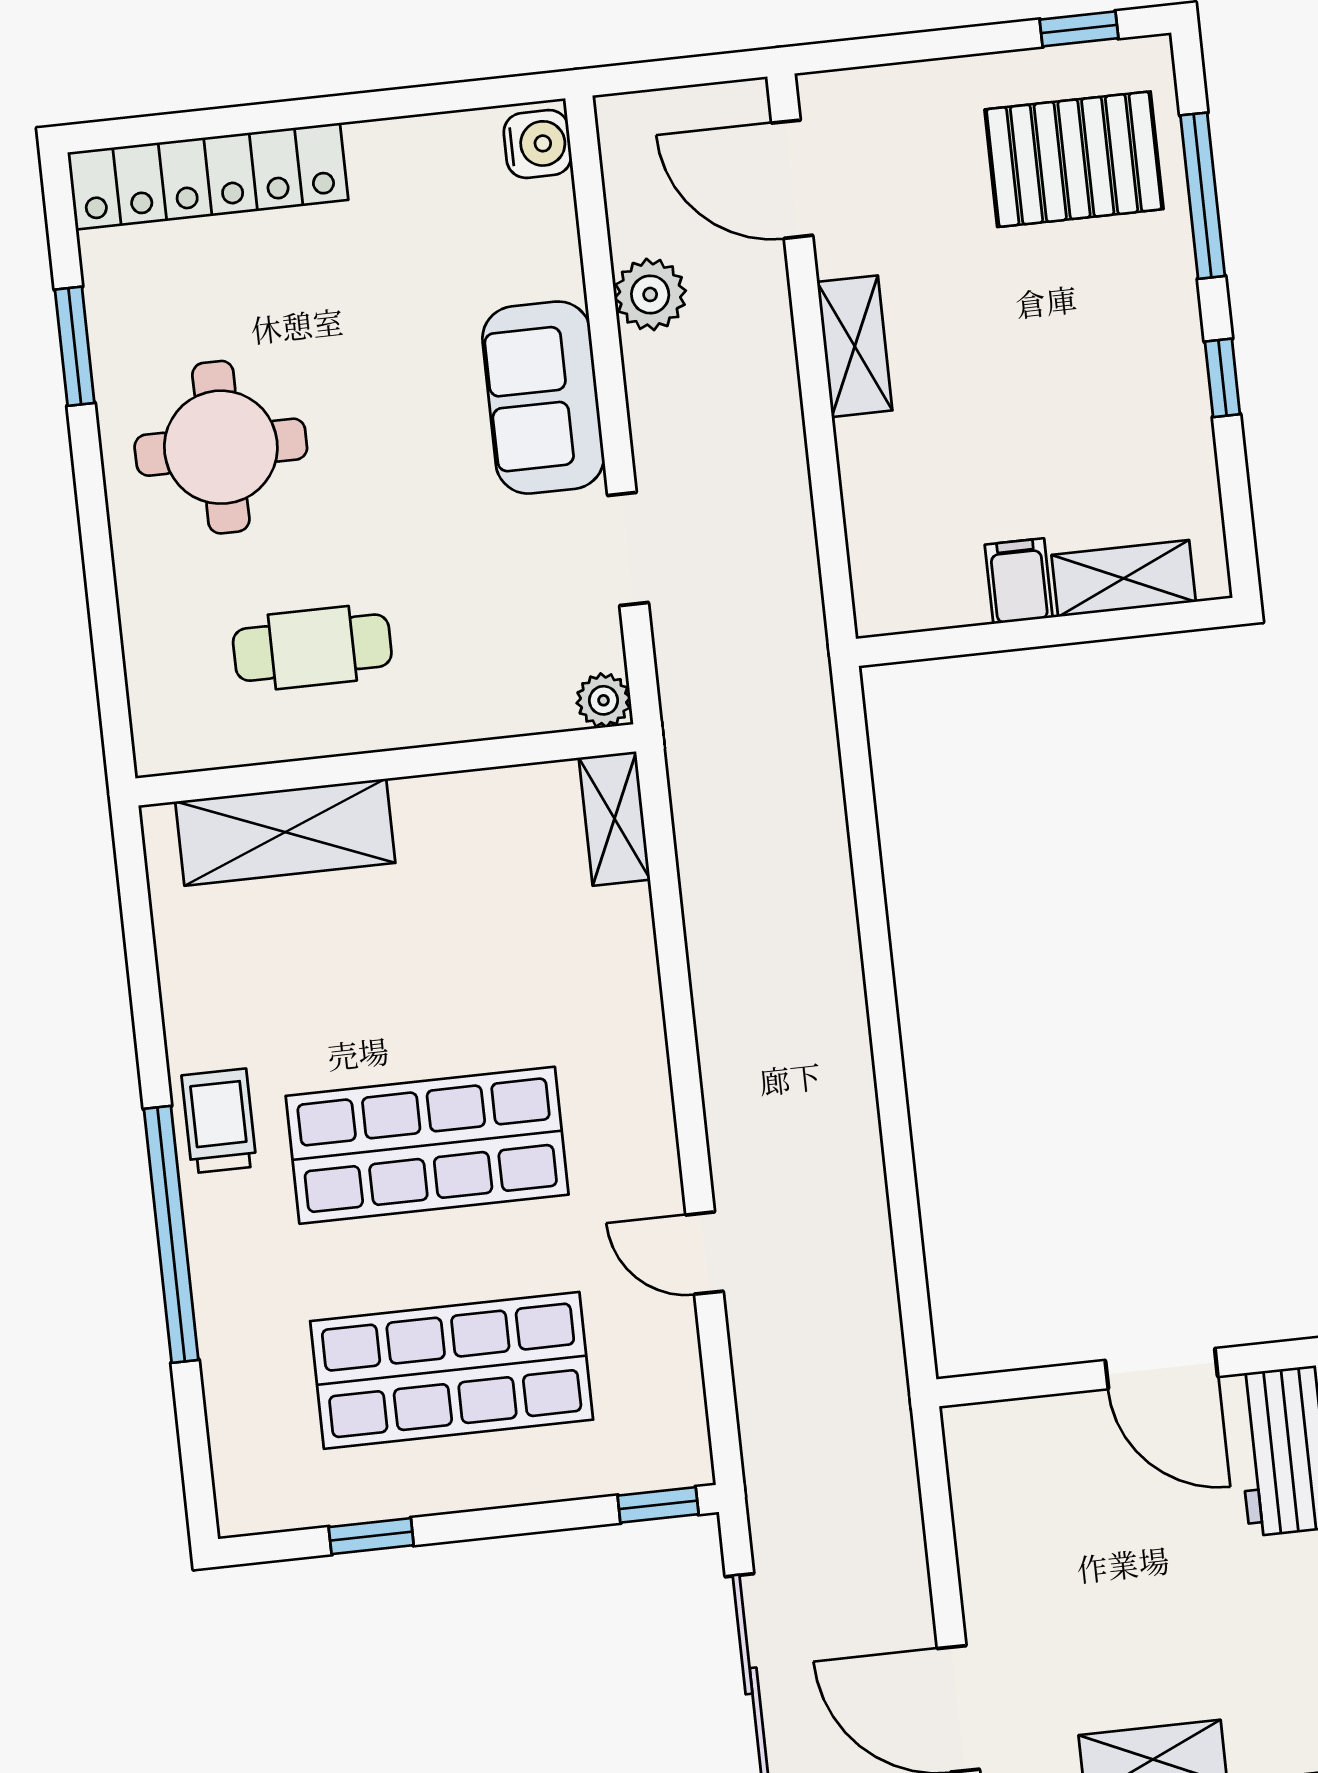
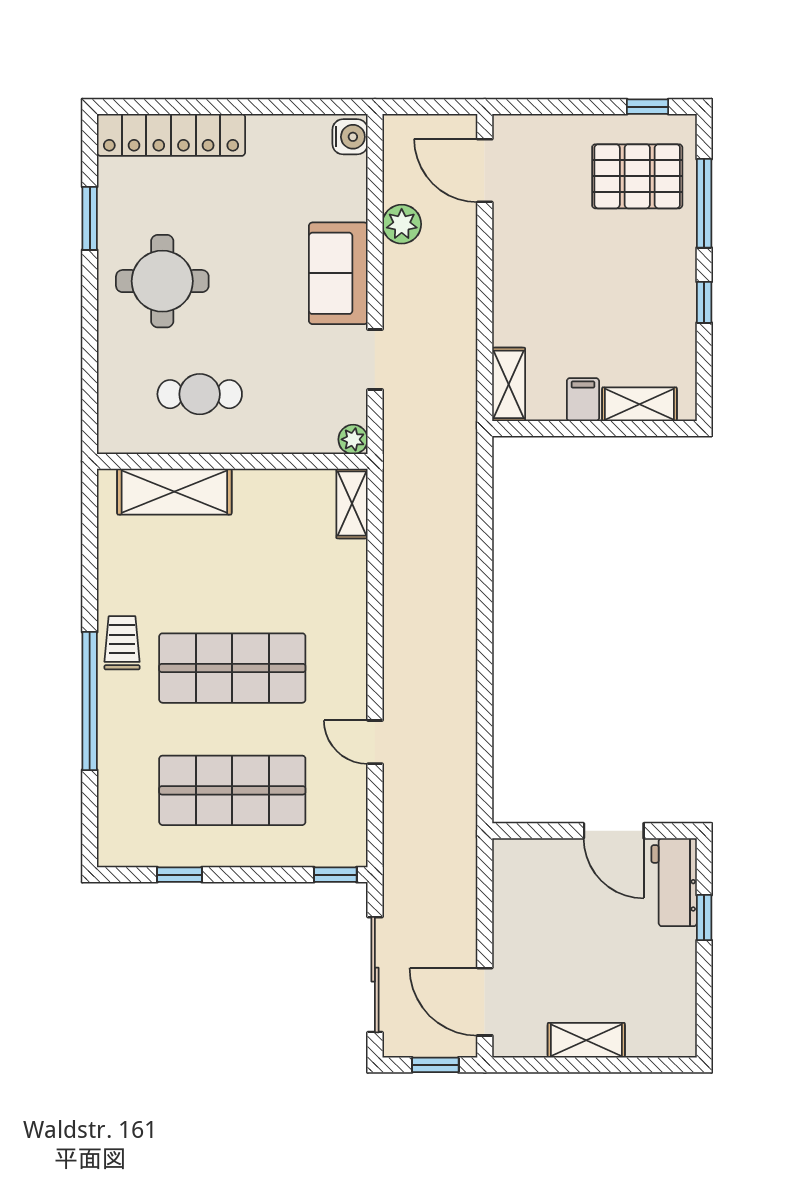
shelving: (855, 346) -> (509, 384), moved

